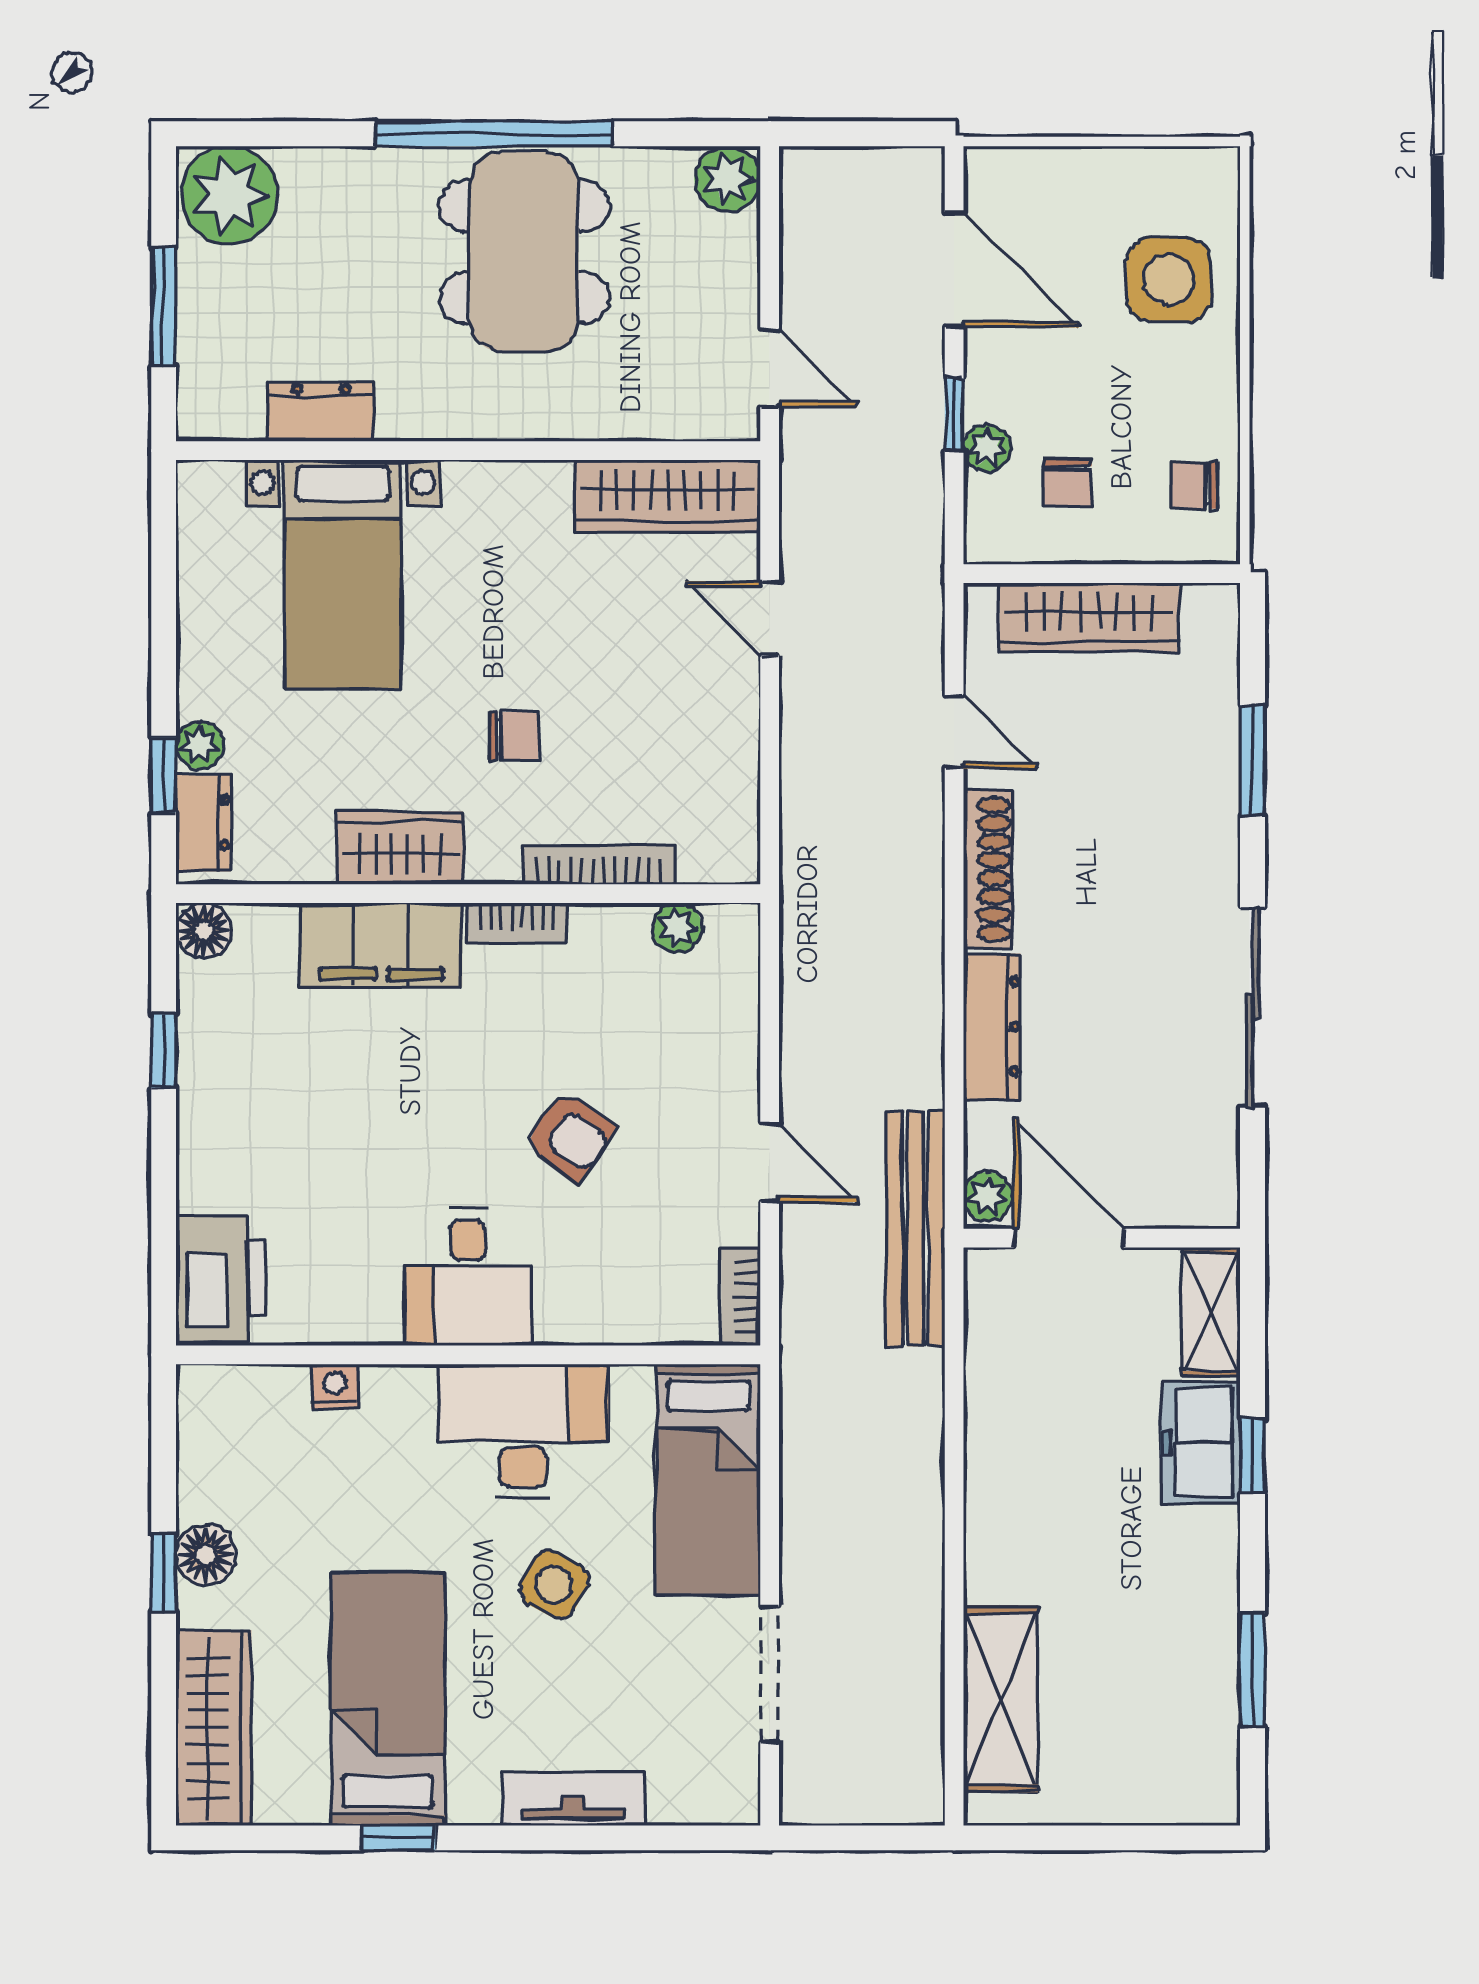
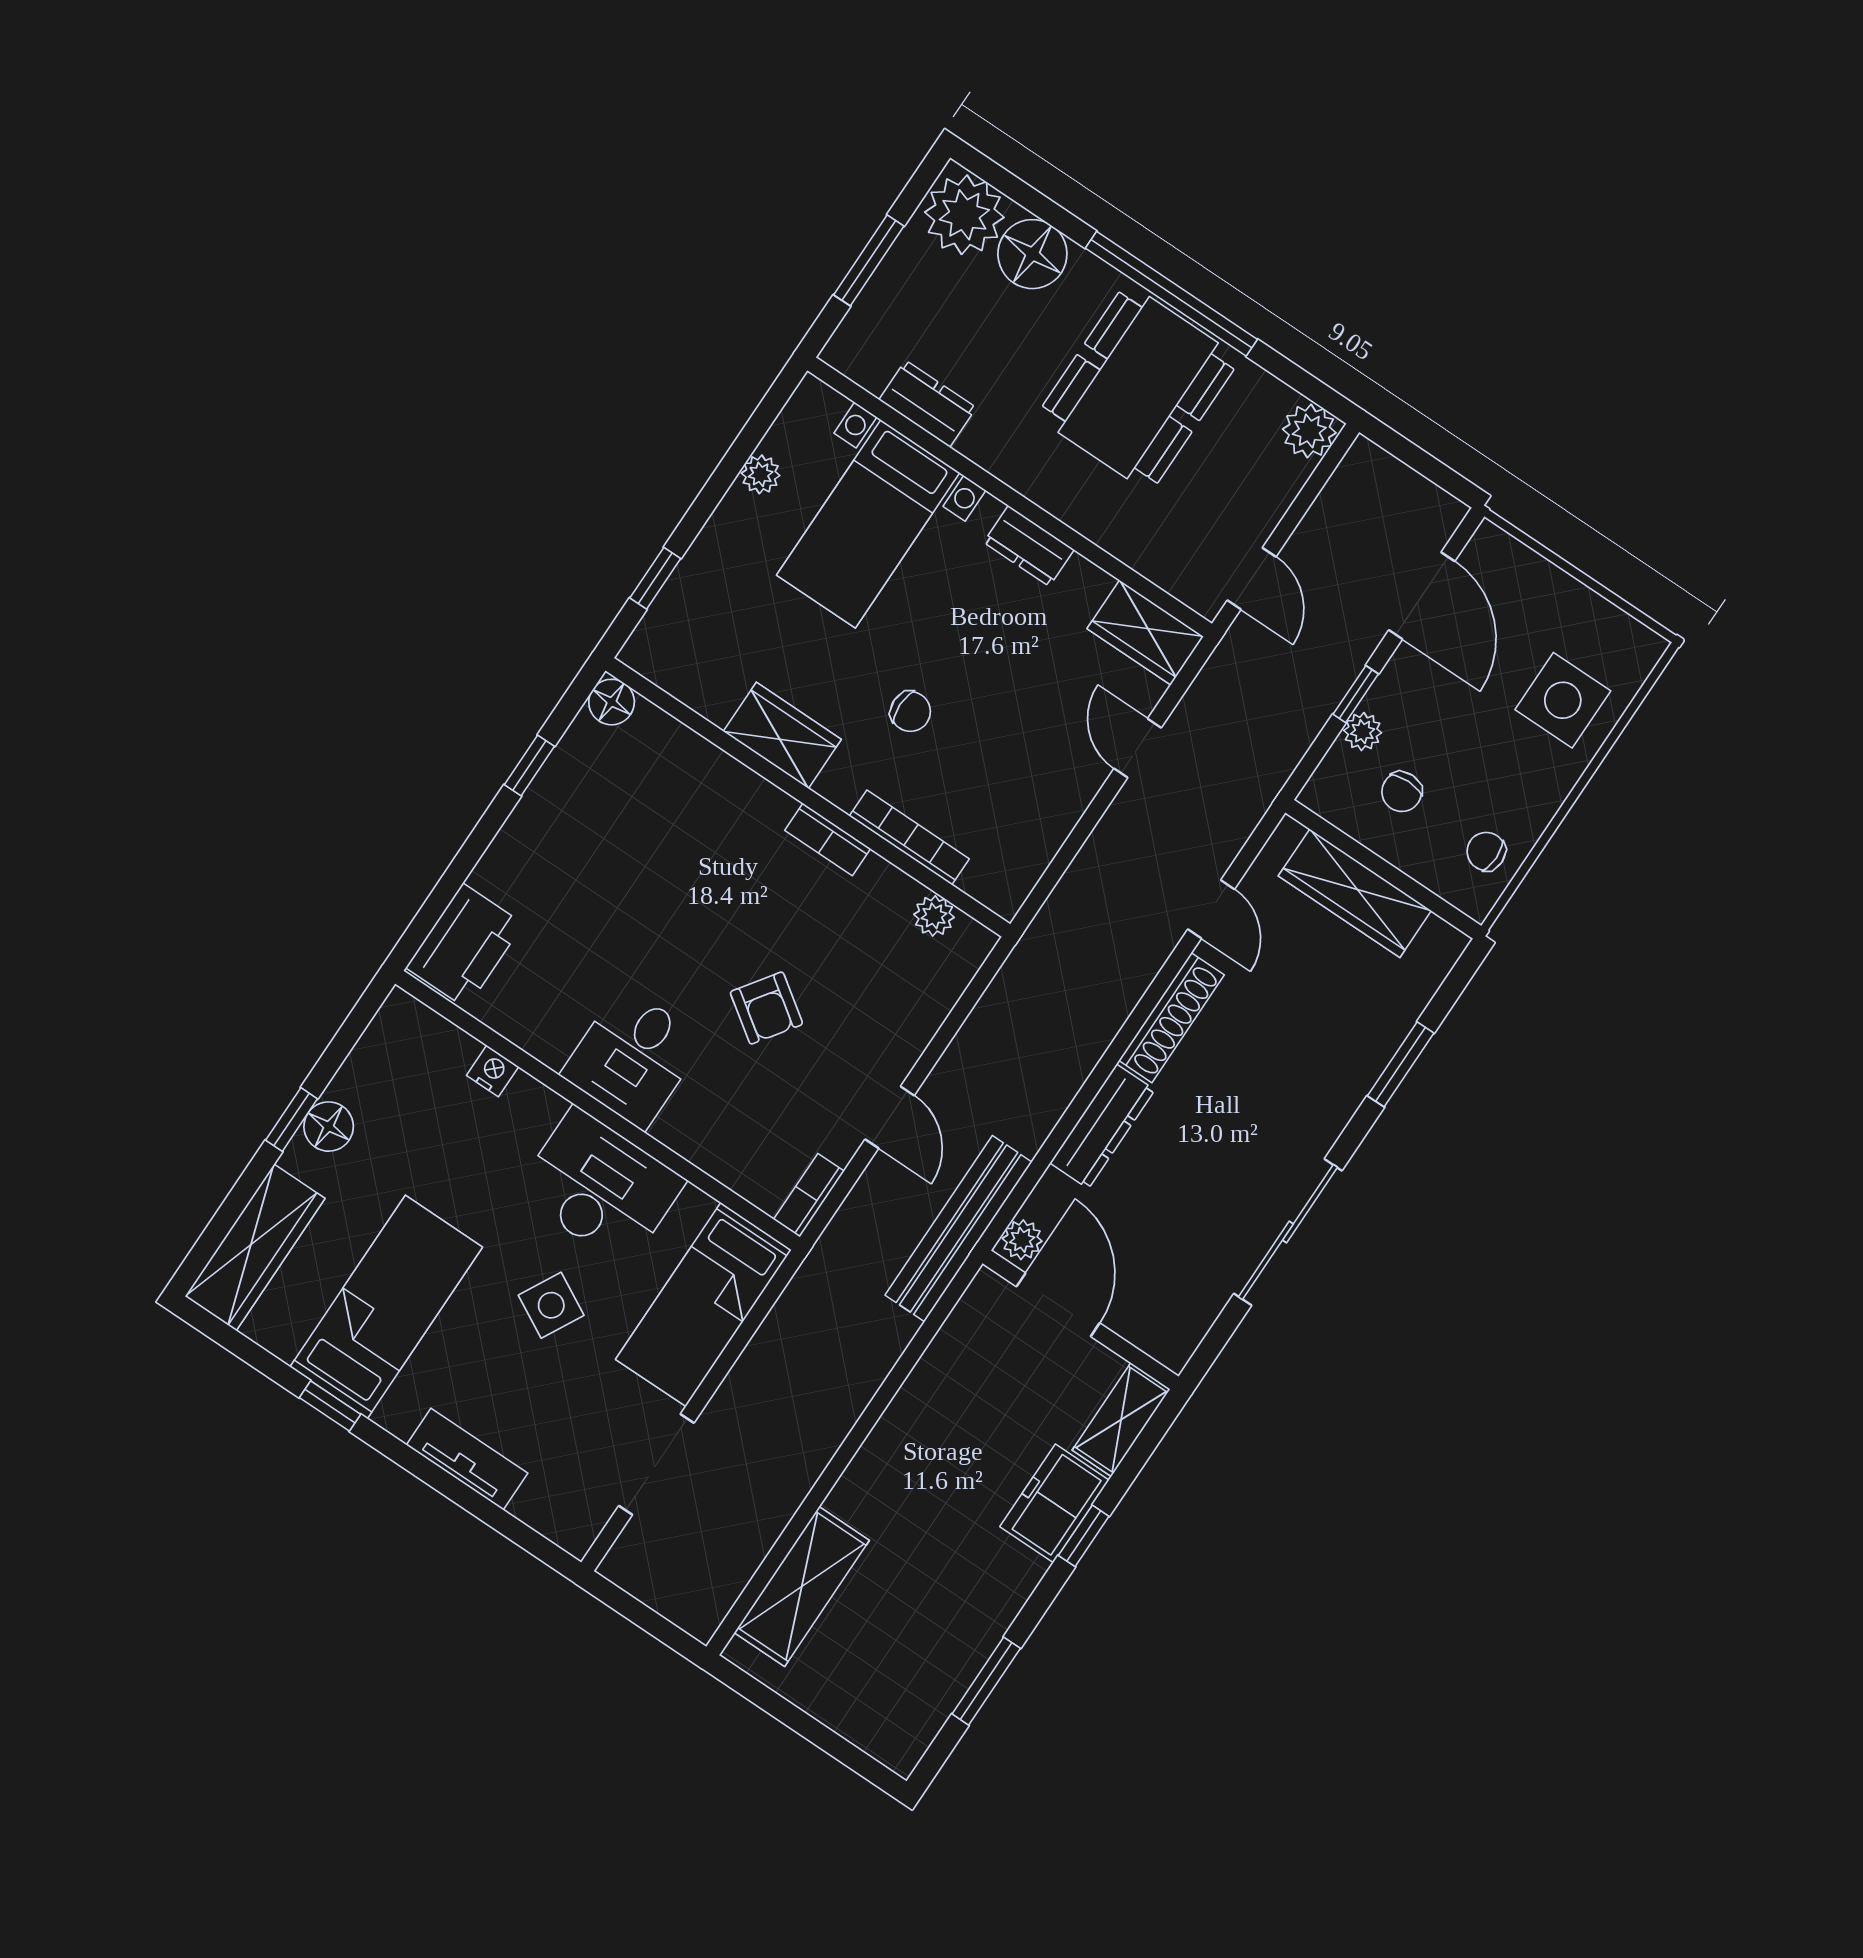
floor lamp: (325, 188) -> (1032, 254), added
wardrobe: (667, 496) -> (1145, 633), width x0.67
plant: (200, 745) -> (761, 474), moved
dresser: (203, 823) -> (1029, 546), moved, turned 90
filing cabinet: (381, 945) -> (726, 792), removed

